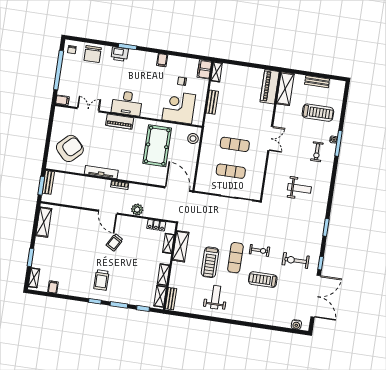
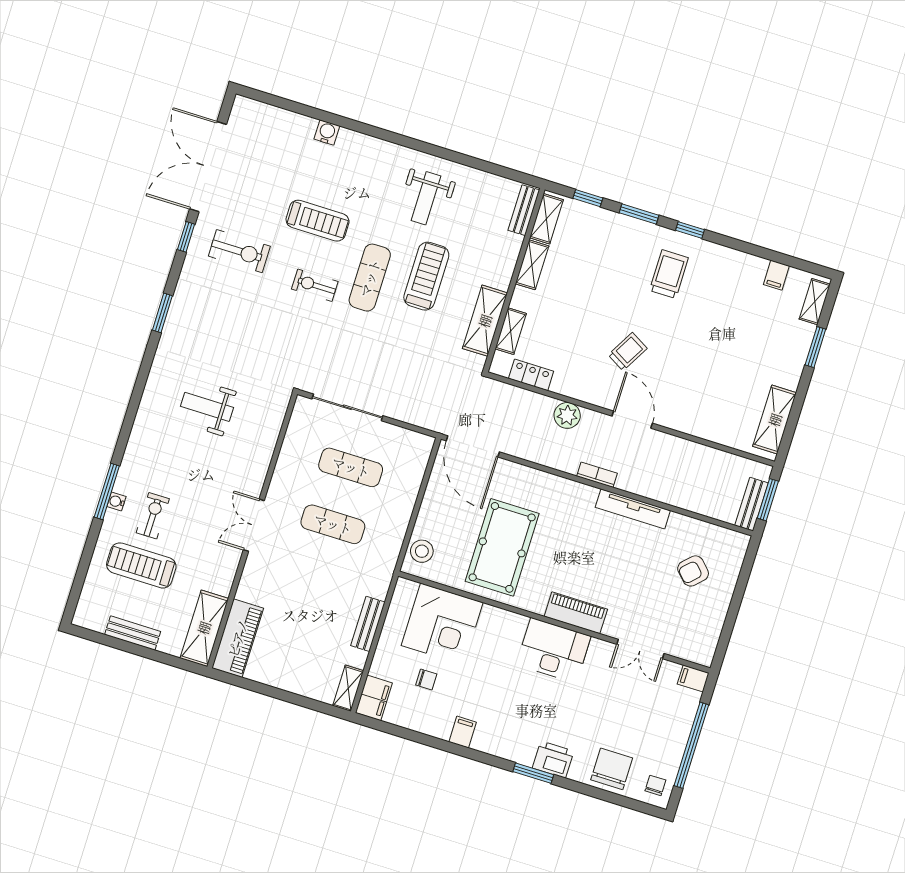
armchair: (70, 148) -> (693, 571), width x0.53, depth x0.53
exercise bike: (317, 152) -> (153, 516), moved
water cooler: (296, 325) -> (327, 132), moved

